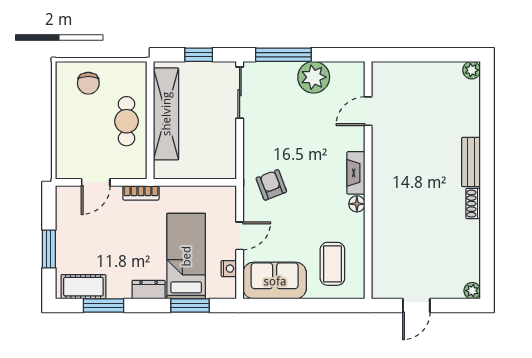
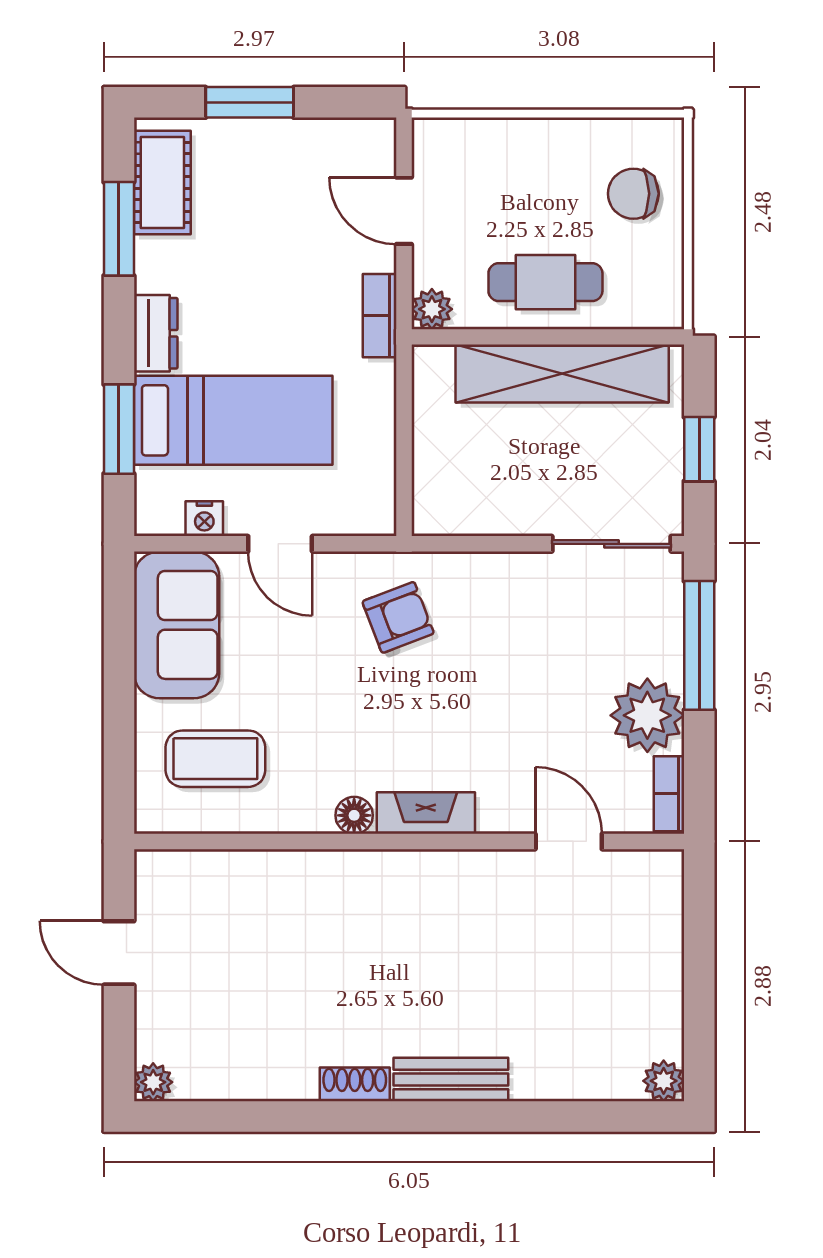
bookcase: (348, 68) -> (669, 794), added
plant: (138, 170) -> (432, 309), added

